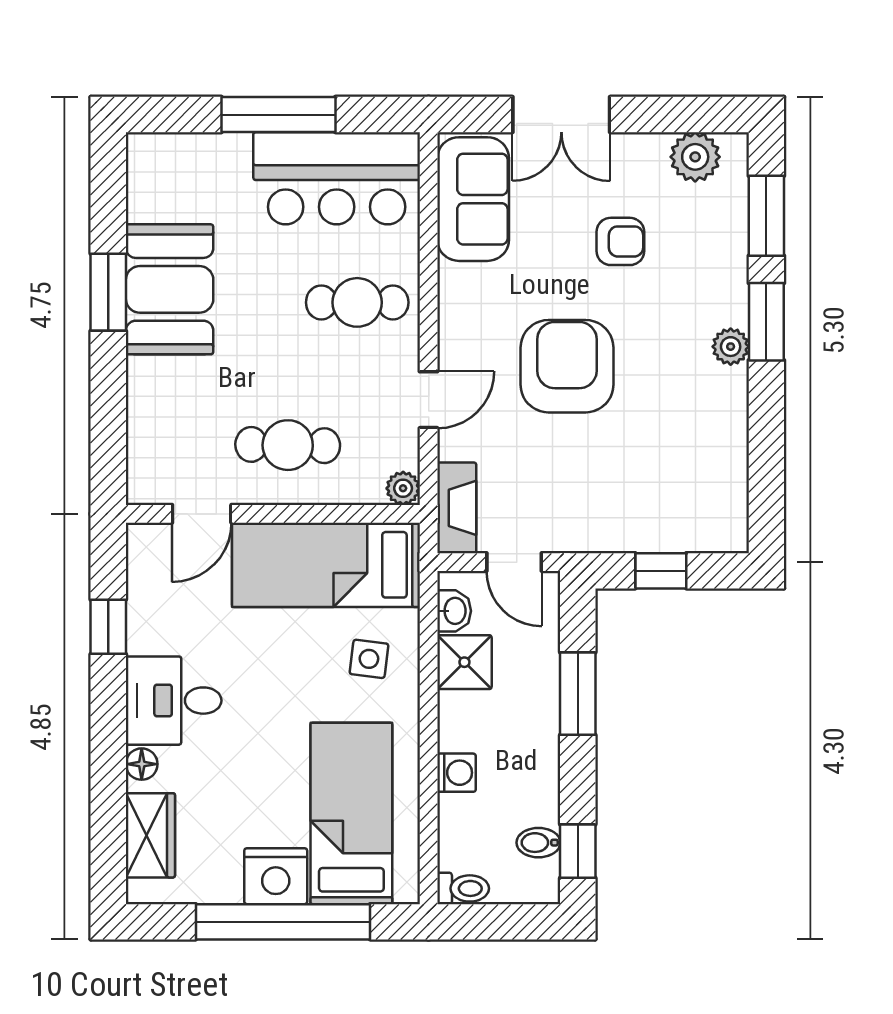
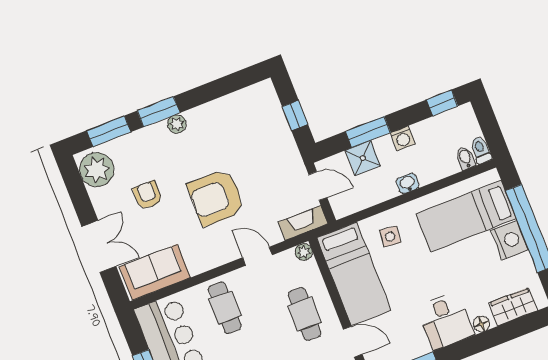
plant: (695, 157) -> (97, 170), width x1.36, depth x1.36
door: (514, 562) -> (318, 186), hinge flipped
washbasin: (454, 611) -> (408, 183), moved
shower: (464, 662) -> (363, 158), moved
washing machine: (457, 773) -> (403, 138), moved, turned 180
bidet: (538, 843) -> (465, 158), moved, turned 180

